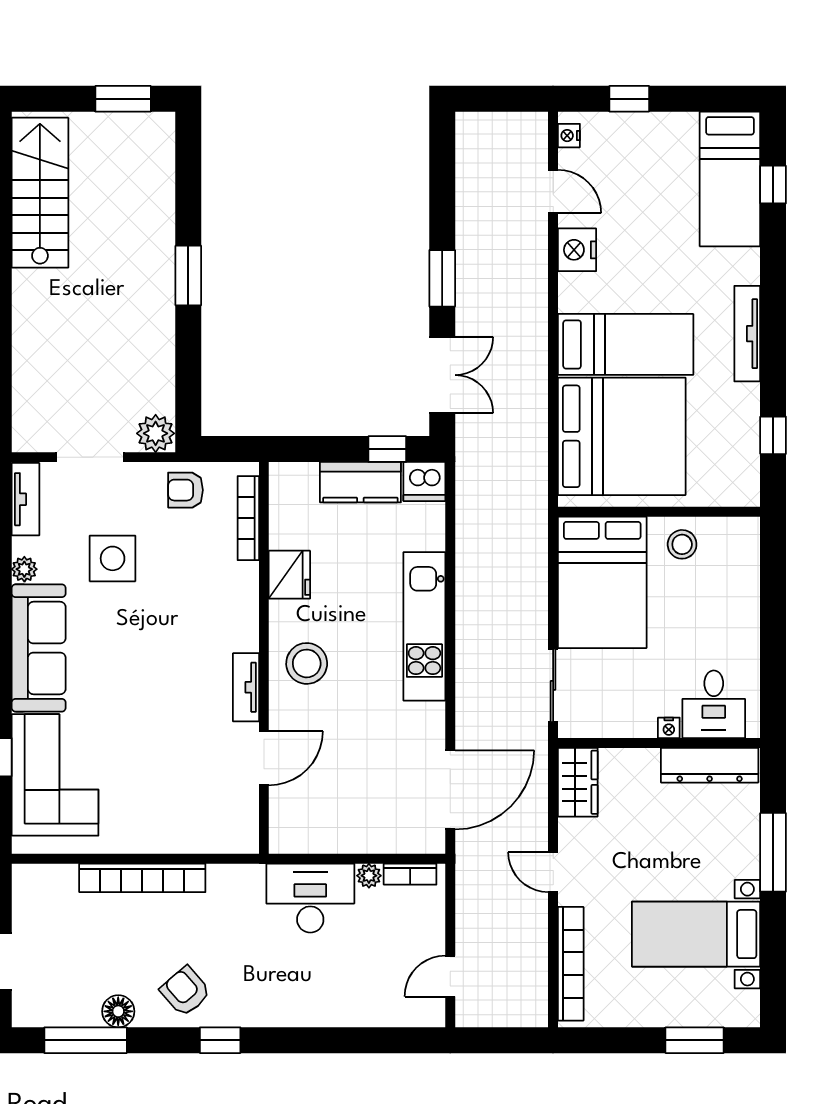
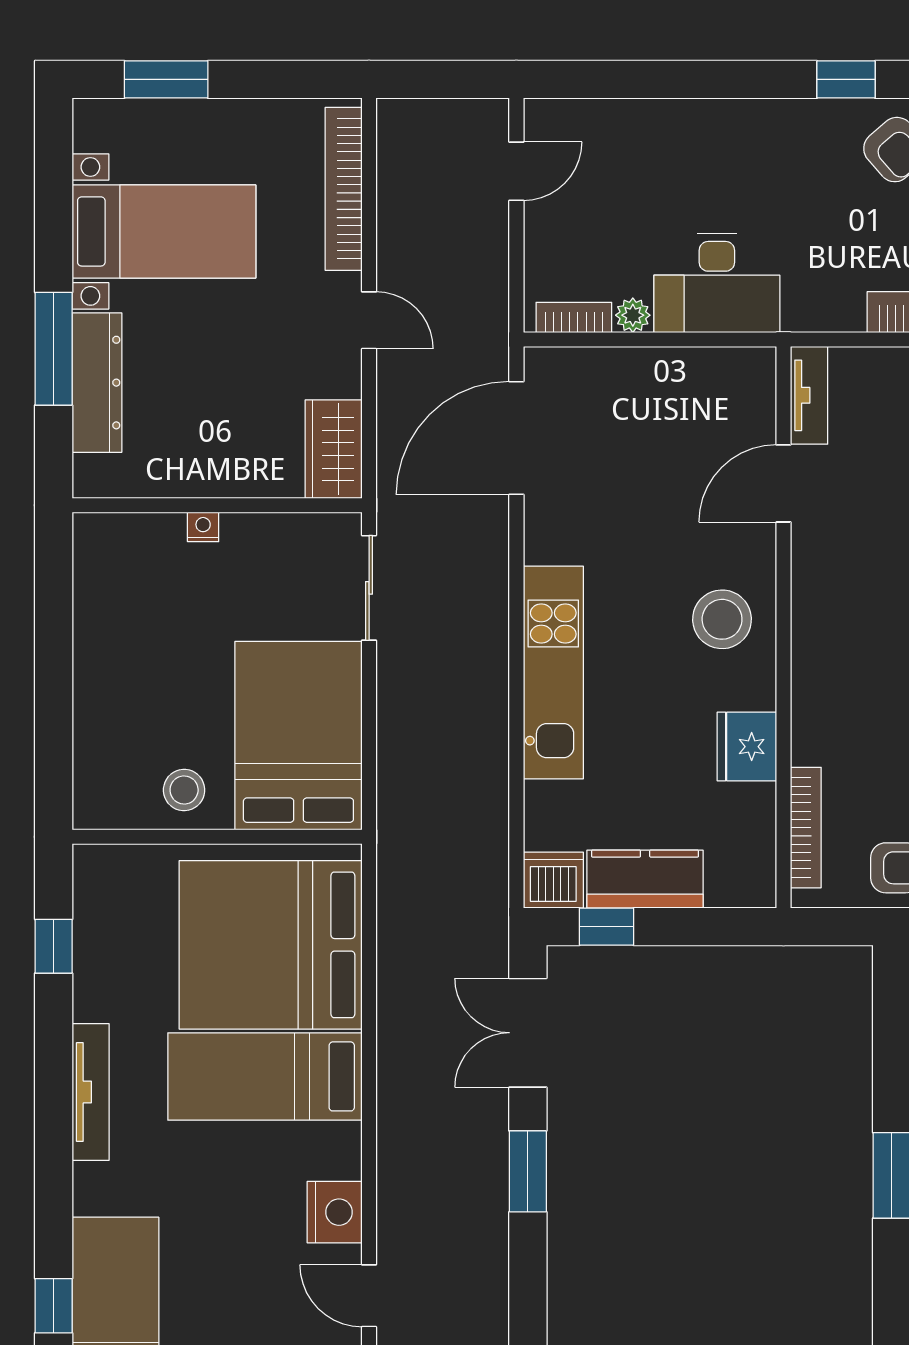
tv unit: (246, 687) -> (809, 395), moved
desk: (714, 704) -> (139, 561), removed
dresser: (710, 765) -> (97, 383), moved, turned 90

